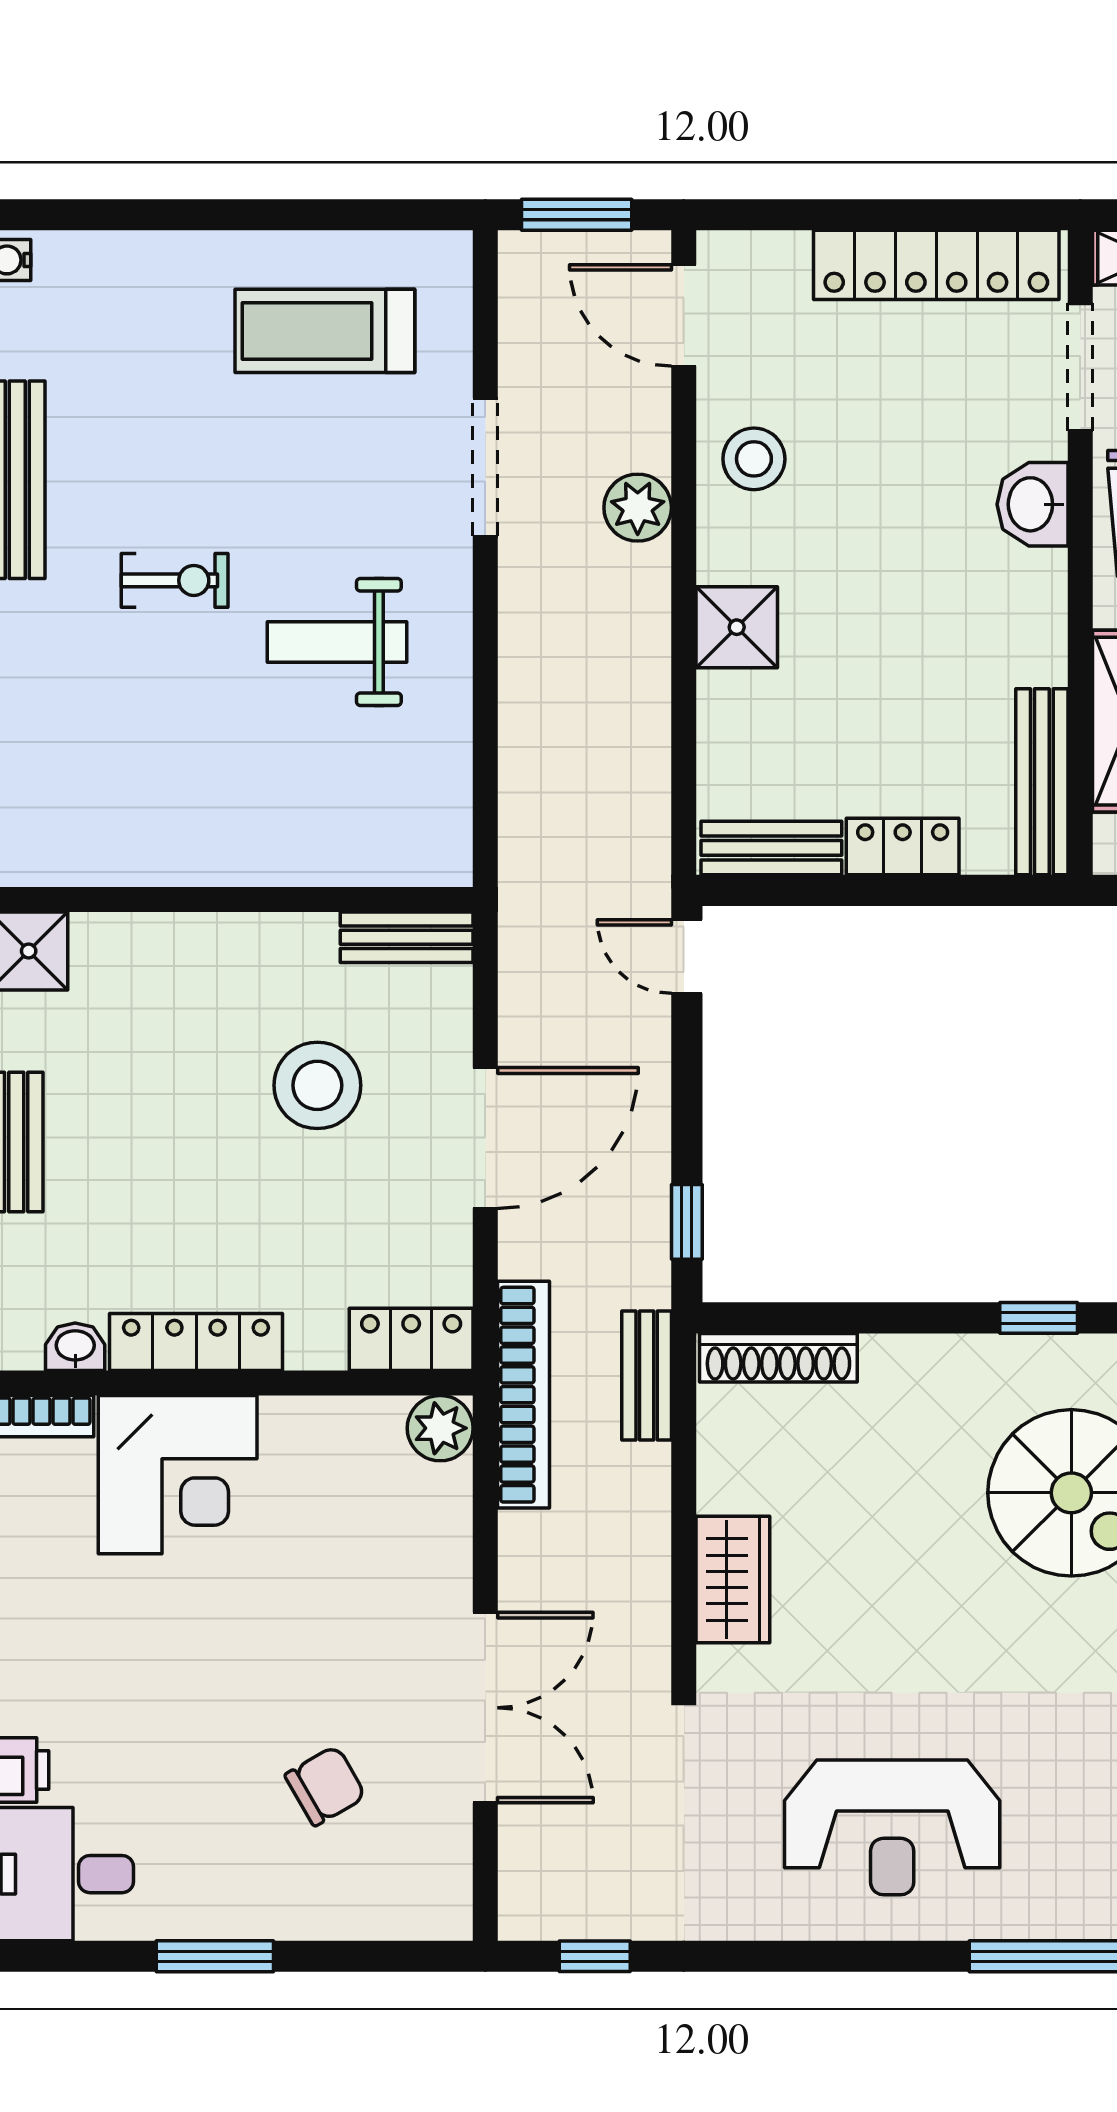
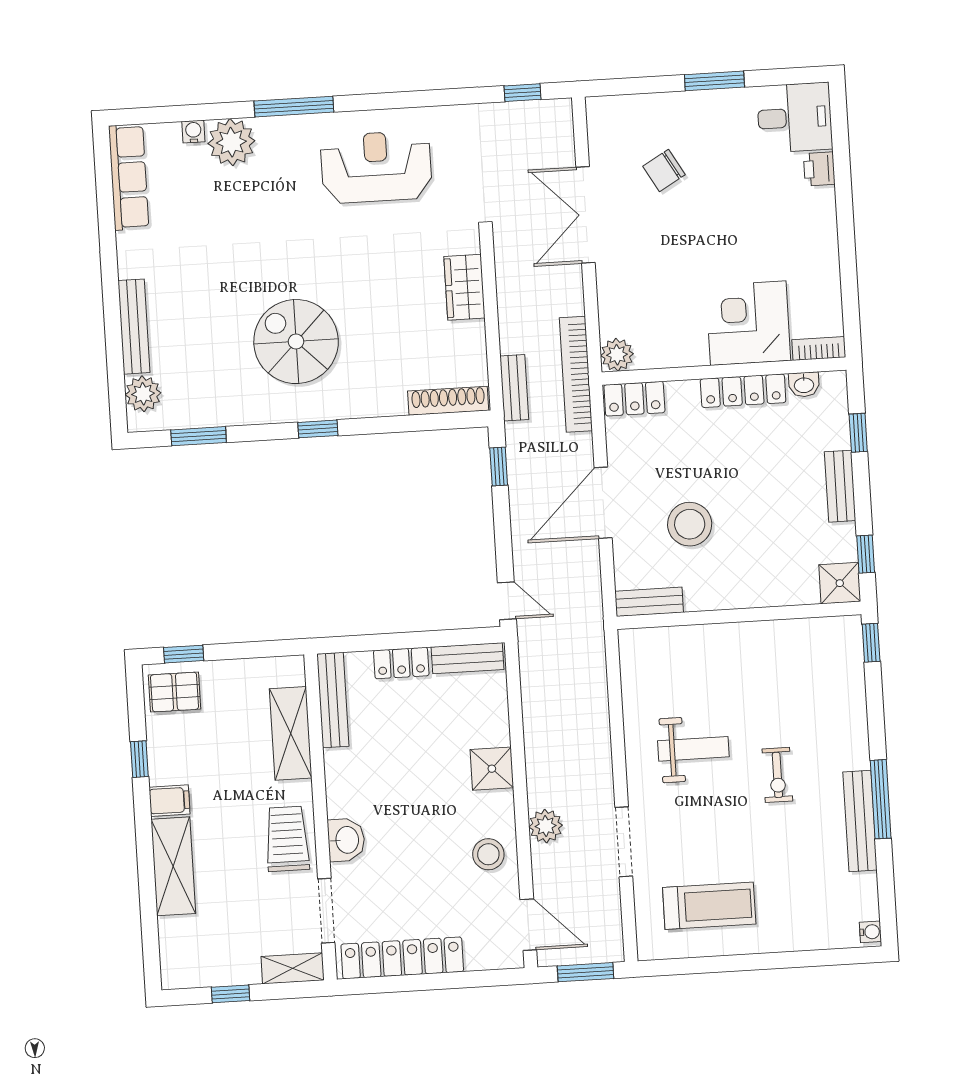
exercise bike: (175, 580) -> (777, 775), turned -90

